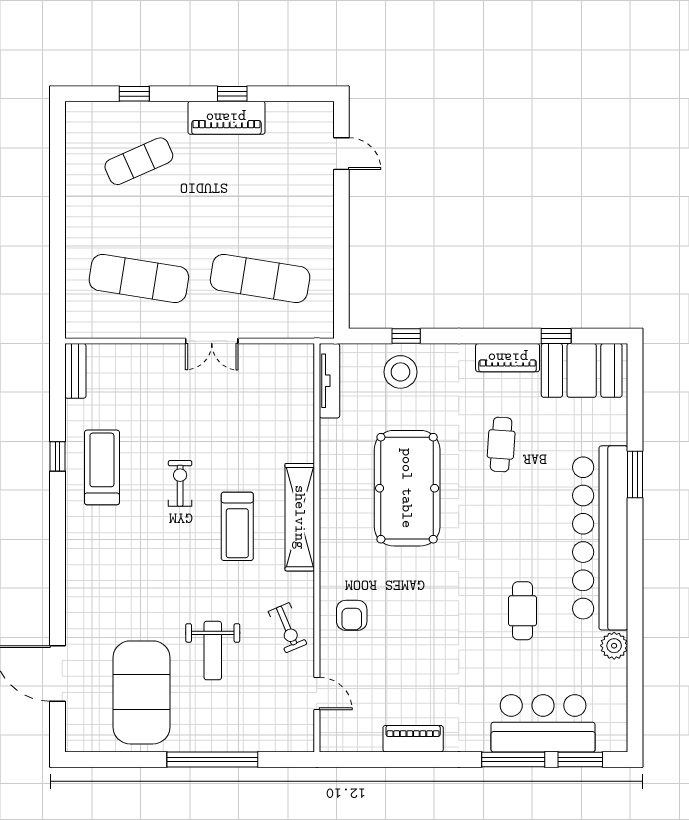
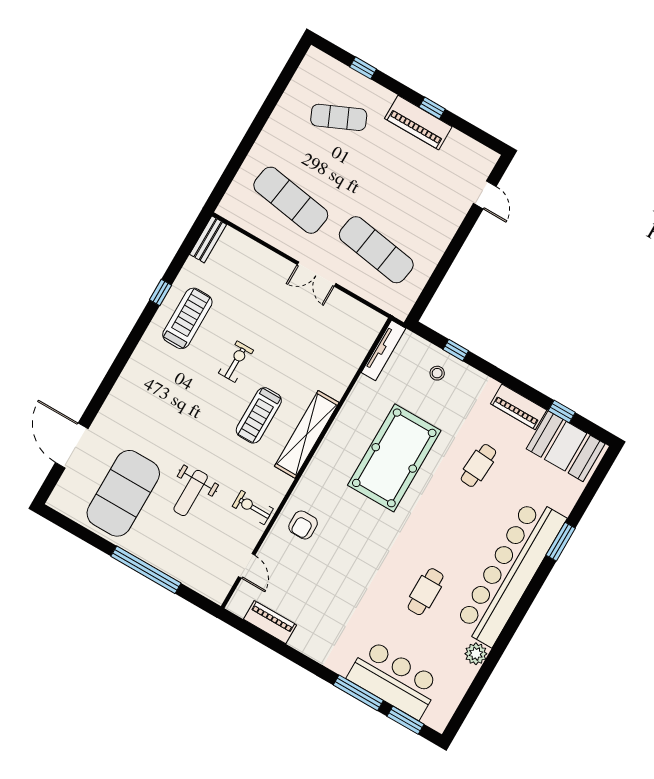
stool: (400, 372) -> (437, 373), width x0.53, depth x0.53
exercise bike: (288, 628) -> (253, 507), turned 113
piano: (413, 739) -> (270, 622), moved

